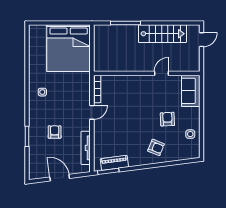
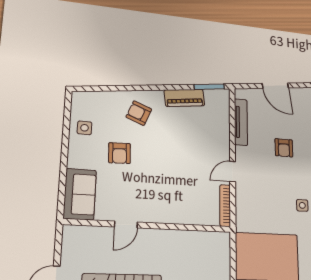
piano: (114, 163) -> (184, 98), moved

